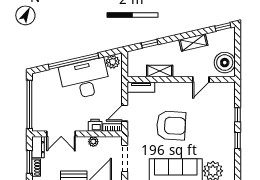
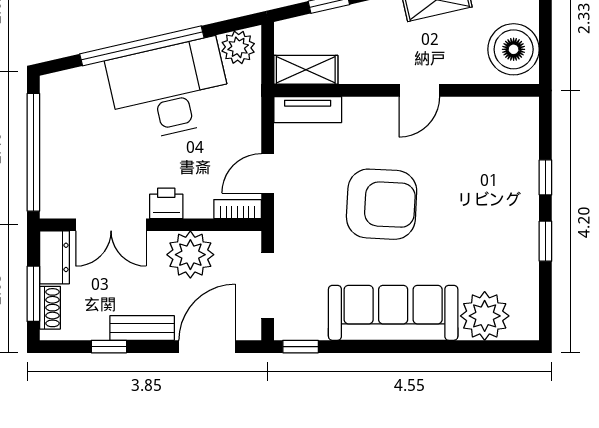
shelving: (160, 71) -> (306, 70), moved
door: (201, 79) -> (419, 90), moved
printer: (95, 125) -> (166, 203), moved
plant: (93, 142) -> (190, 255), width x1.87, depth x1.87

